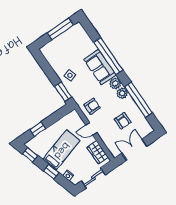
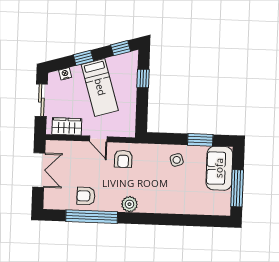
window: (108, 56) -> (166, 219), removed
sofa: (100, 67) -> (219, 168), moved, turned -90
window: (63, 92) -> (200, 140), moved
plant: (122, 93) -> (113, 204), removed
armchair: (123, 121) -> (86, 196), moved
door: (91, 129) -> (98, 139), swing flipped

